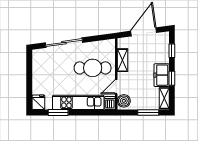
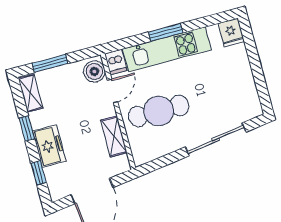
freezer: (162, 75) -> (49, 146), moved
window: (58, 112) -> (166, 32), moved

